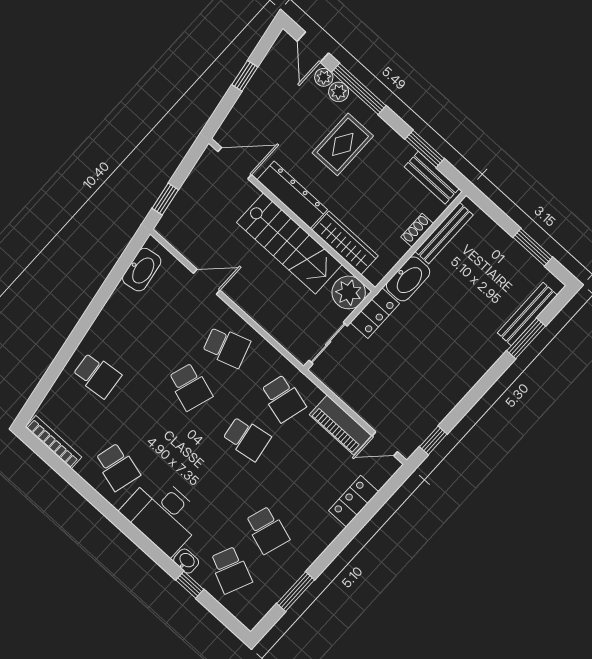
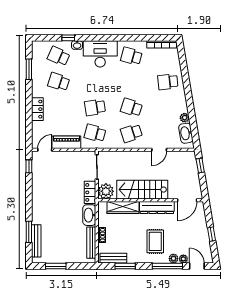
plant: (122, 296) -> (185, 118), added
locker: (354, 501) -> (37, 109), moved

